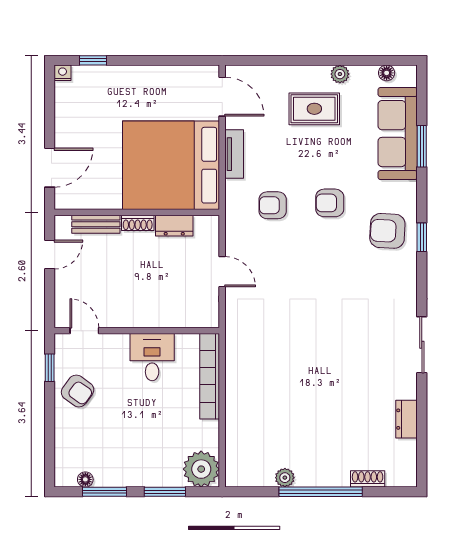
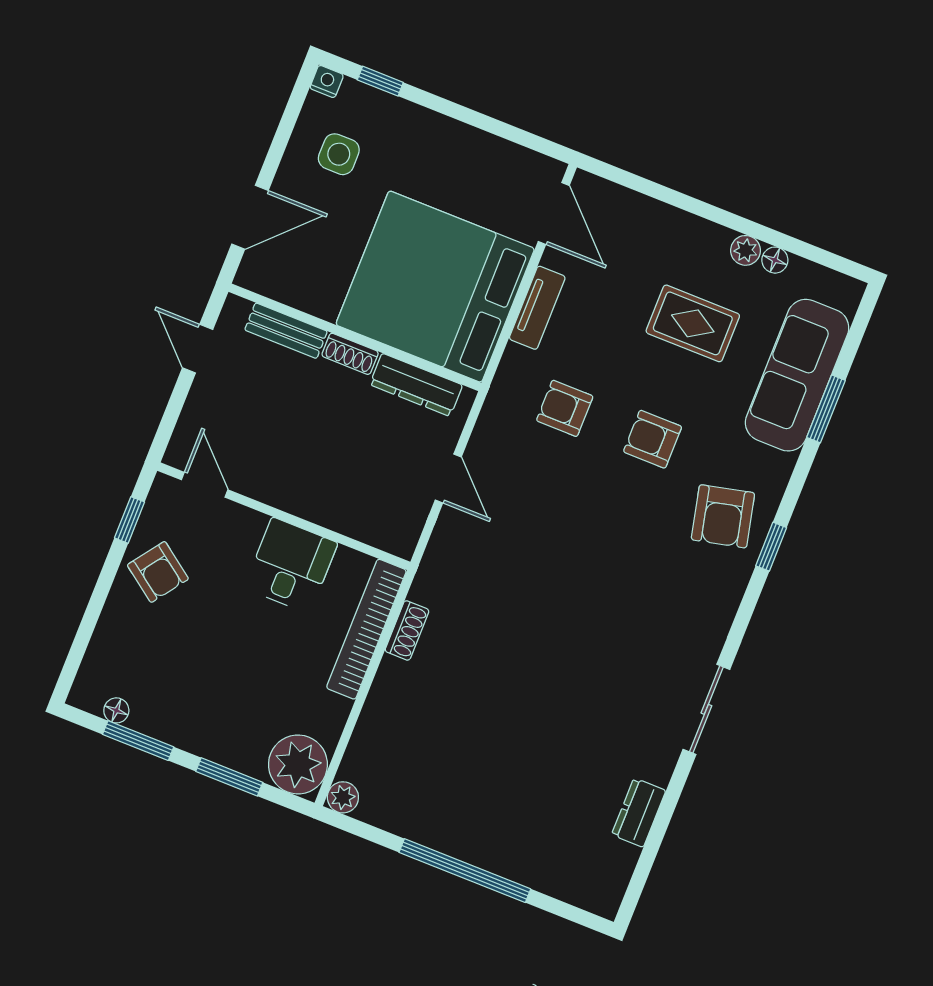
floor lamp: (387, 73) -> (775, 260), moved
rug: (314, 109) -> (693, 323), moved
side table: (86, 112) -> (339, 154), added
dresser: (174, 226) -> (416, 385), width x1.44
armchair: (387, 231) -> (723, 516), turned -106
door: (50, 255) -> (198, 349), swing flipped
plant: (285, 478) -> (343, 797), moved
shoe rack: (368, 479) -> (407, 630), moved, turned 90

